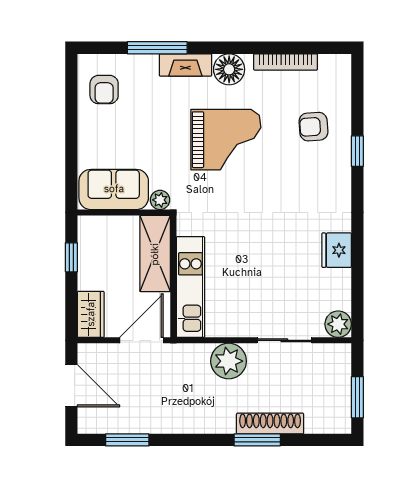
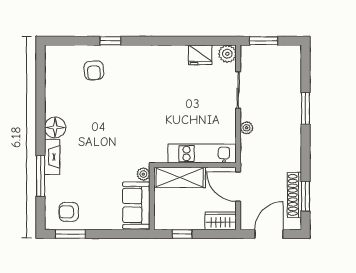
bookcase: (286, 62) -> (50, 89), removed
armchair: (104, 90) -> (69, 212), turned 180
window: (71, 92) -> (70, 234), added
grand piano: (226, 140) -> (103, 130), removed
fridge: (337, 250) -> (200, 55), moved
plant: (229, 361) -> (247, 128), width x0.53, depth x0.53
window: (357, 397) -> (264, 41), moved
shoe rack: (270, 424) -> (294, 195), moved

